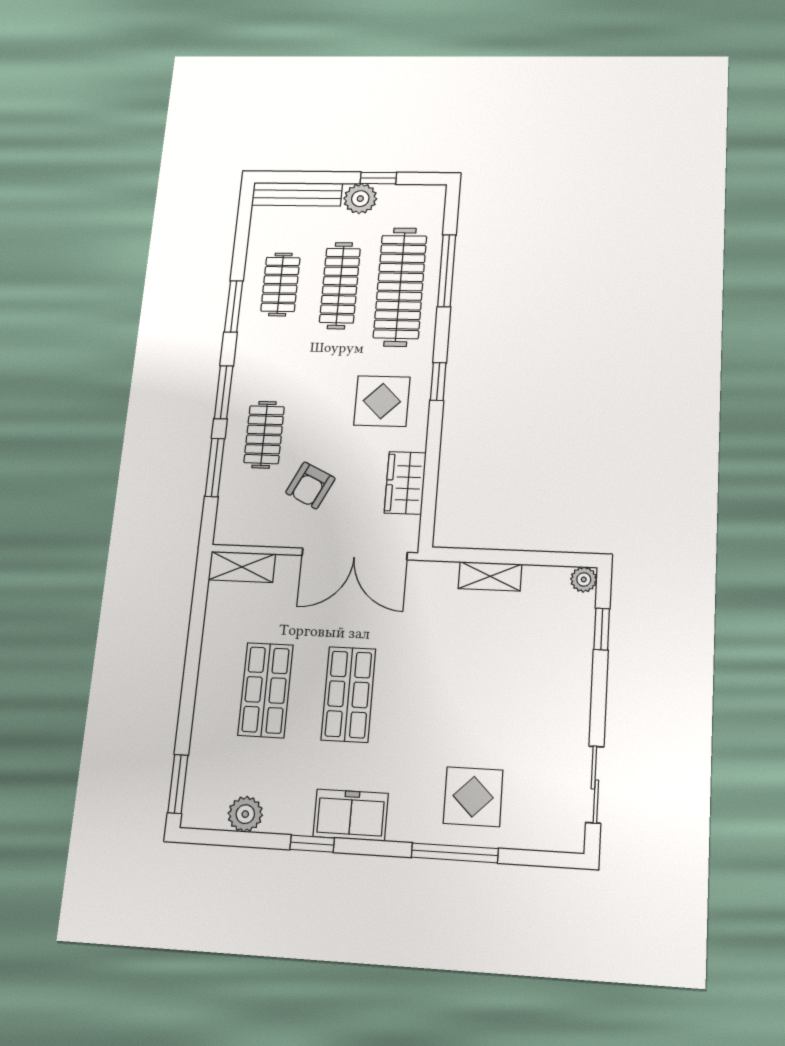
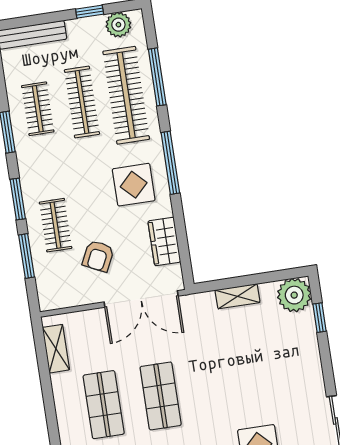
plant: (360, 199) -> (118, 25), moved
window: (438, 382) -> (170, 163), width x2.17
shelving: (242, 567) -> (56, 349), moved, turned 90
plant: (584, 579) -> (294, 295), width x1.87, depth x1.87

